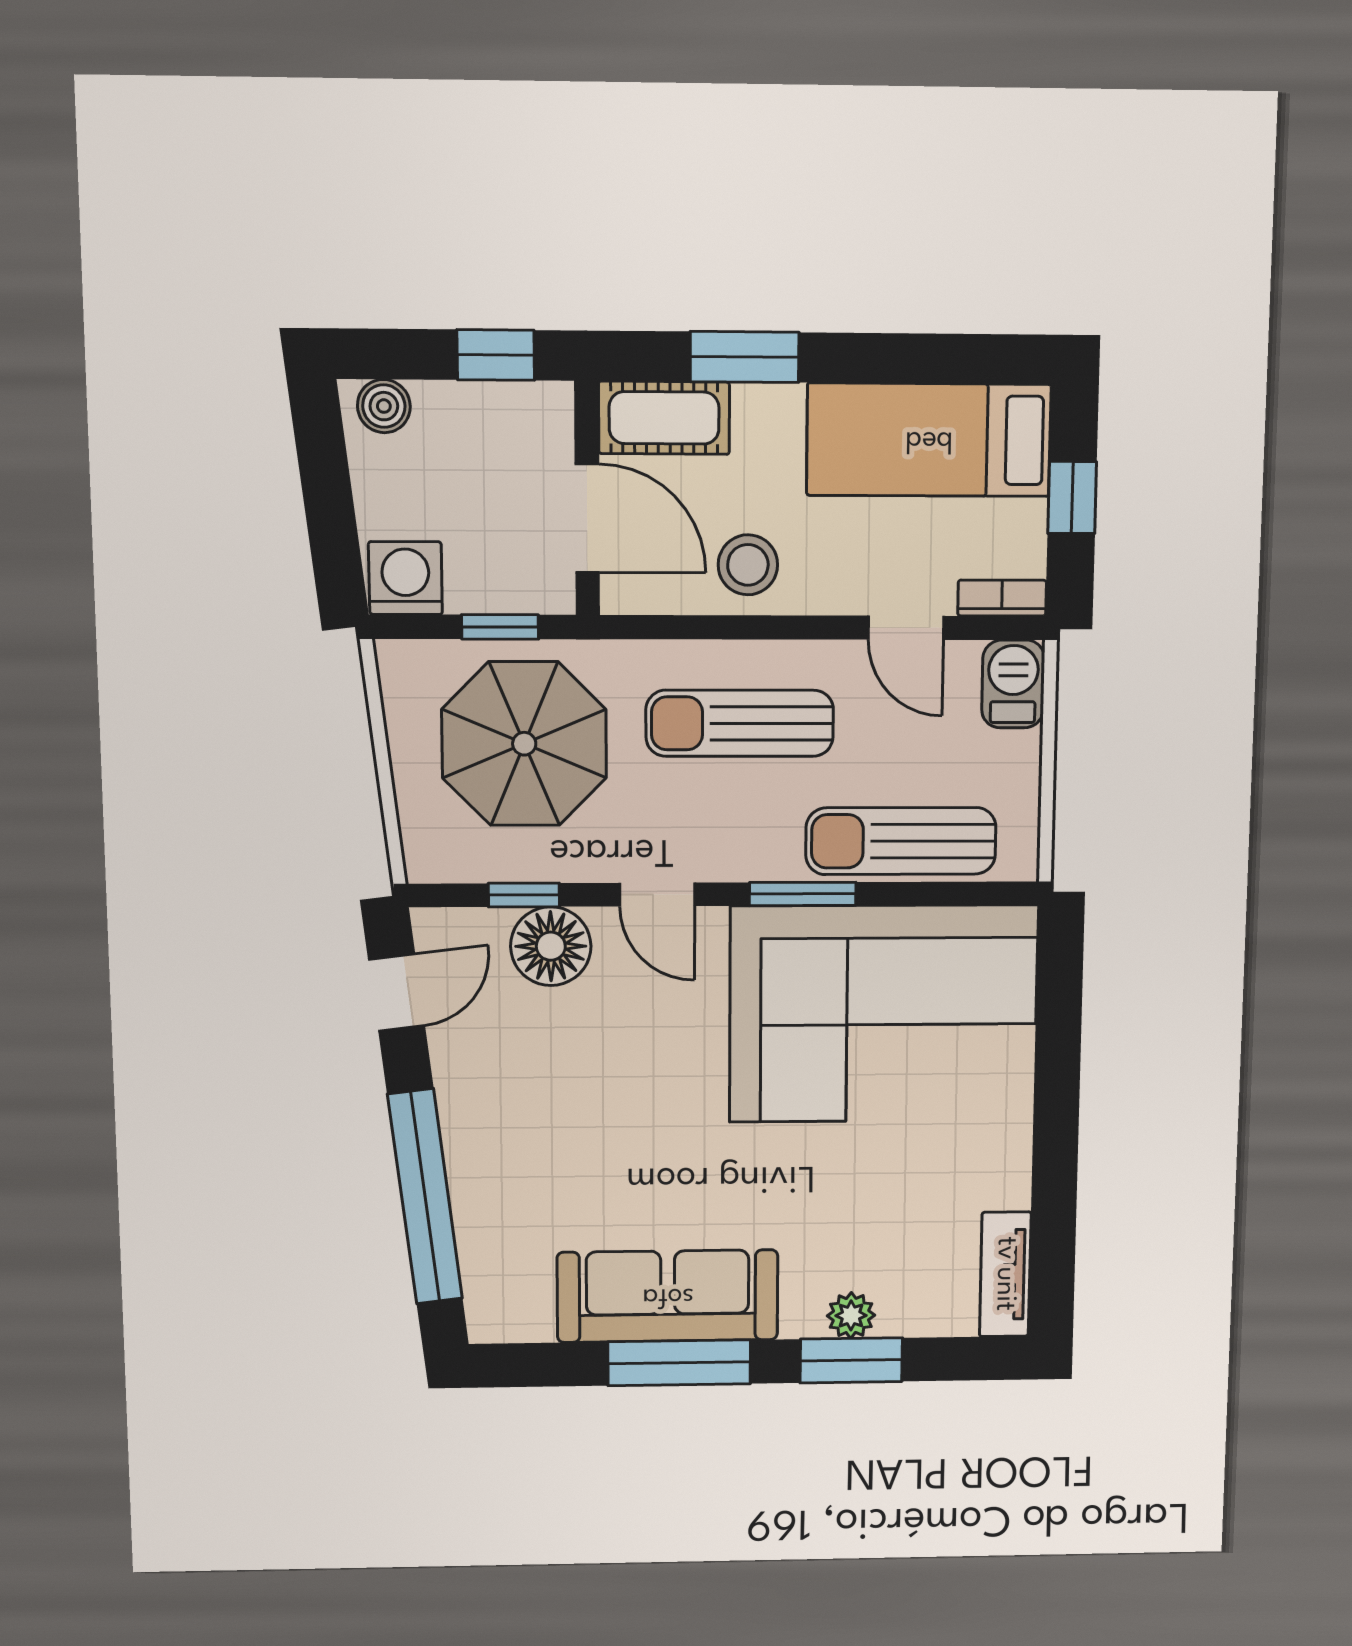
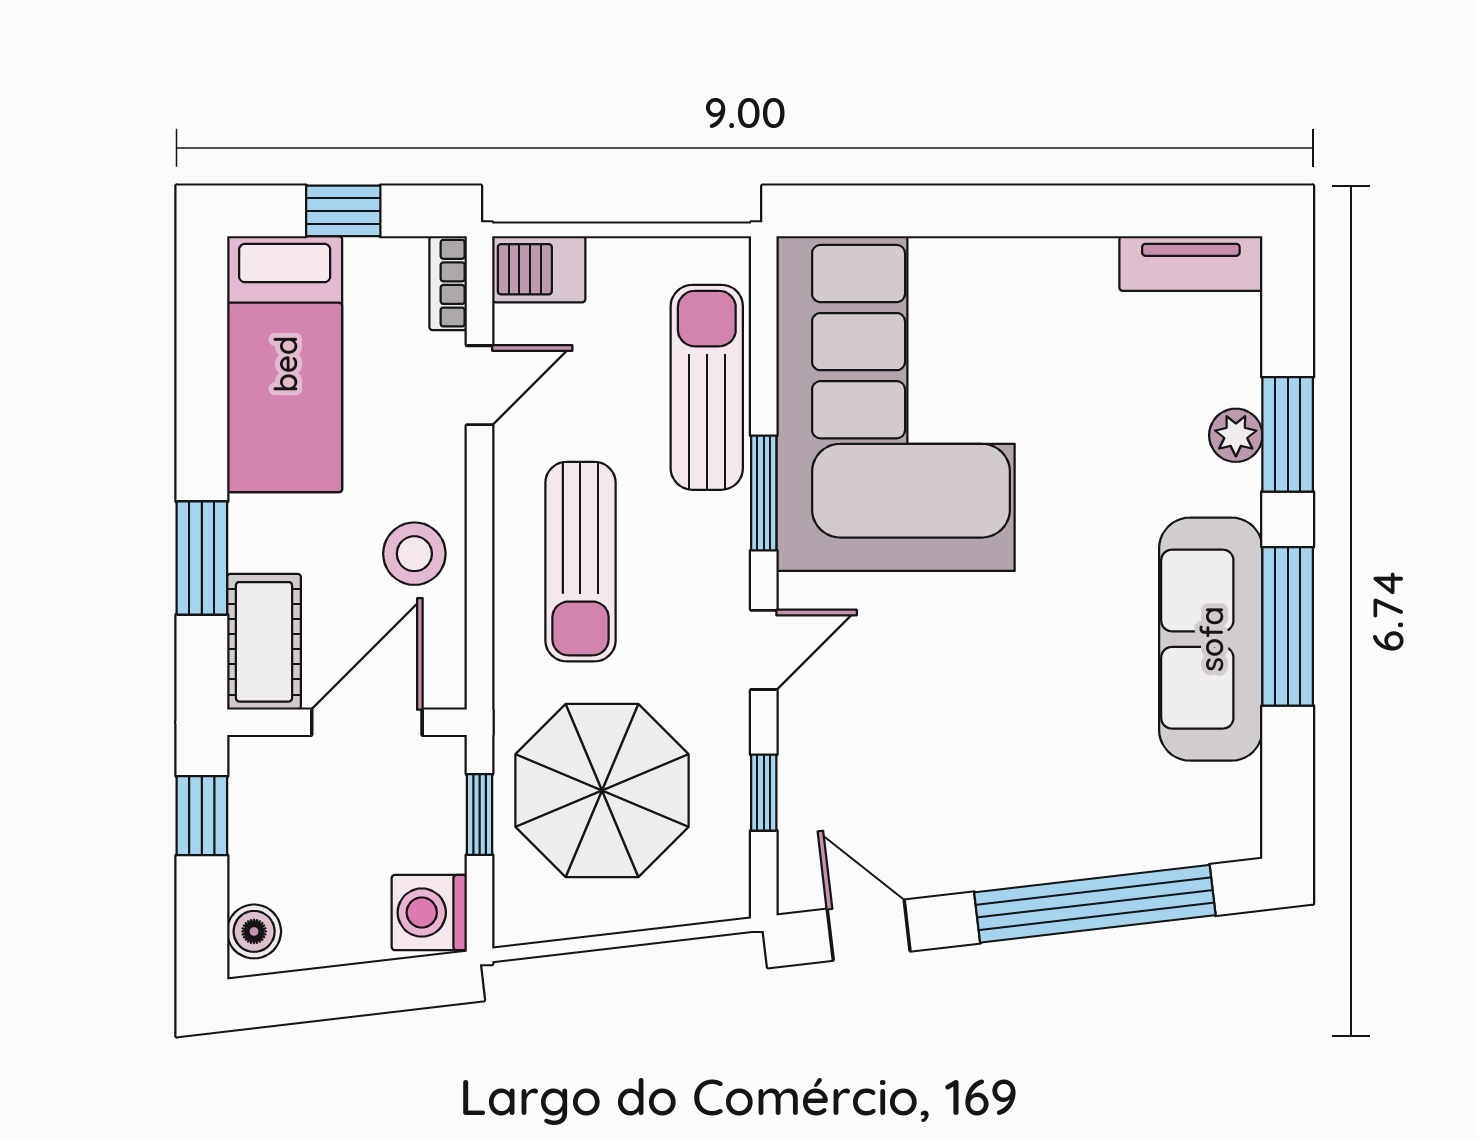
sun lounger: (901, 841) -> (707, 387), turned 180
floor lamp: (551, 946) -> (819, 764), removed

